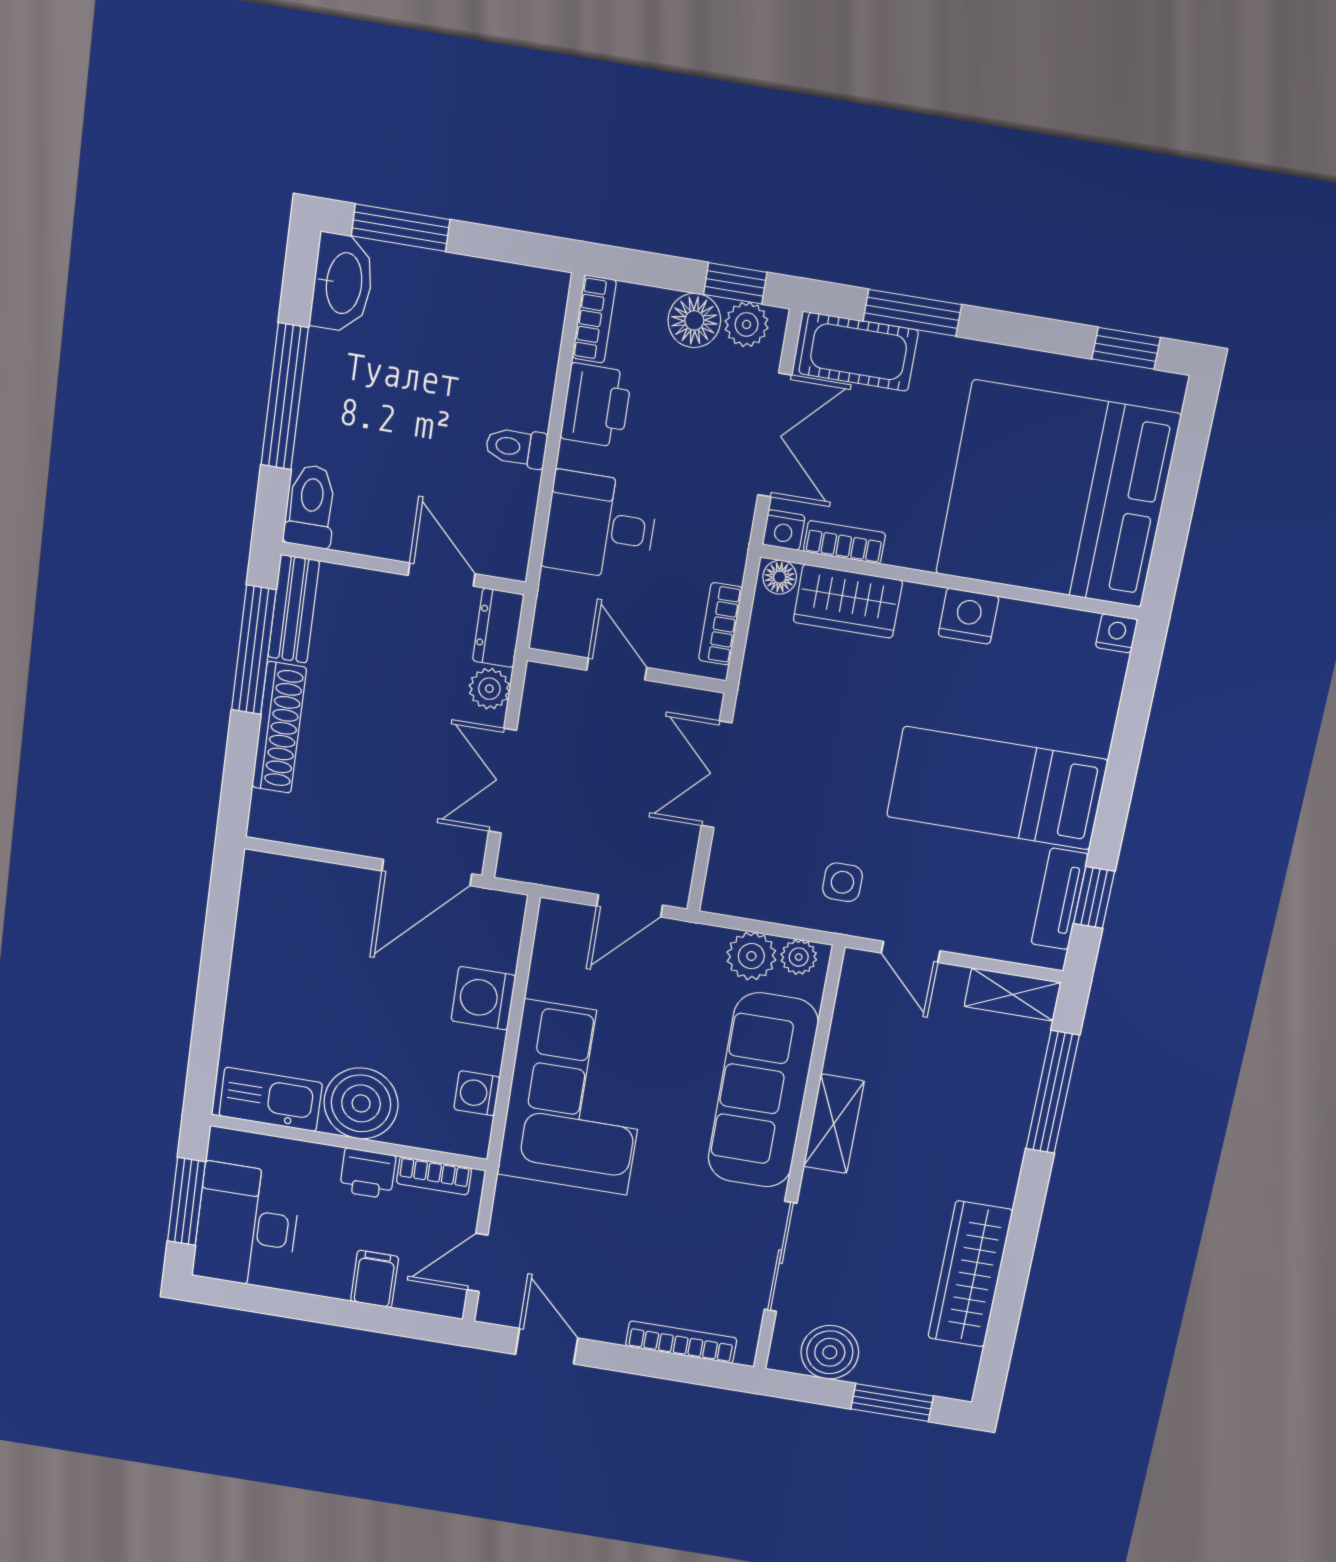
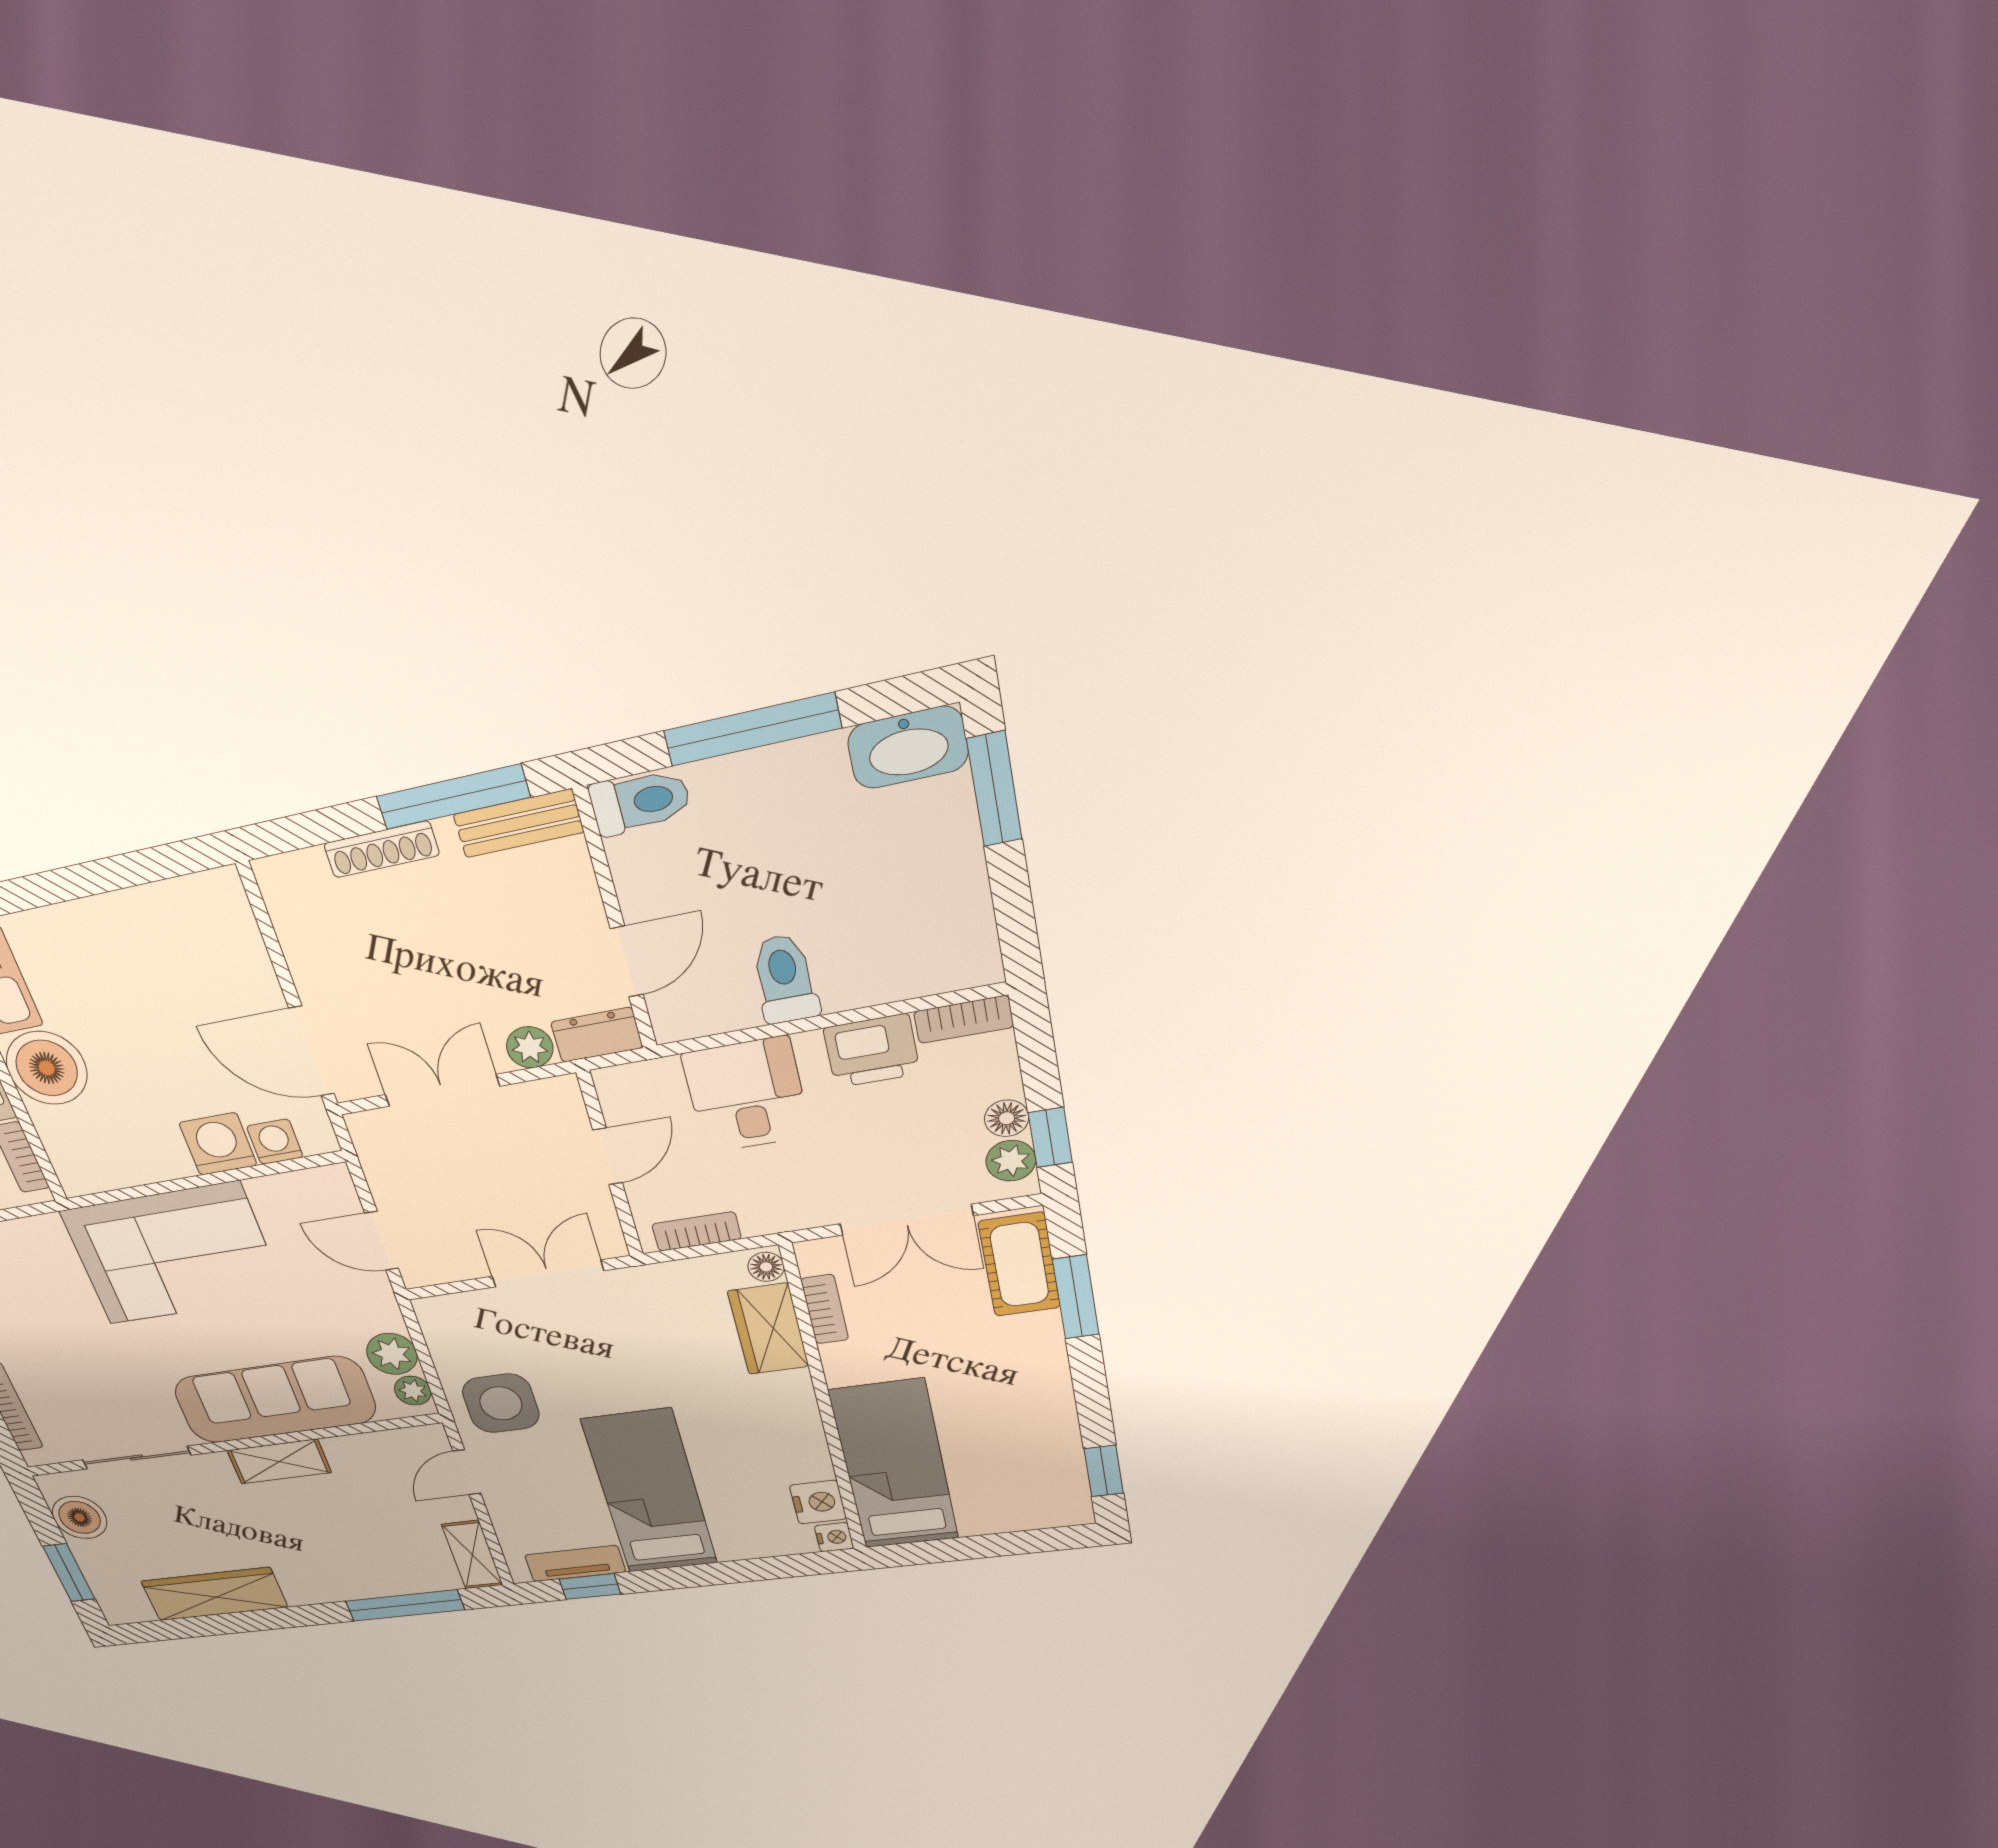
floor lamp: (694, 320) -> (1007, 1118), width x0.73, depth x0.73
toilet: (516, 447) -> (785, 979), width x1.37, depth x1.39
bed: (1058, 494) -> (894, 1465), width x0.49
nightstand: (784, 530) -> (814, 1256), removed
nightstand: (969, 616) -> (818, 1502), moved
shoe rack: (279, 727) -> (381, 849), width x0.74, depth x0.81
side table: (842, 882) -> (501, 1403), width x1.87, depth x1.87
washing machine: (477, 1093) -> (275, 1142), moved

